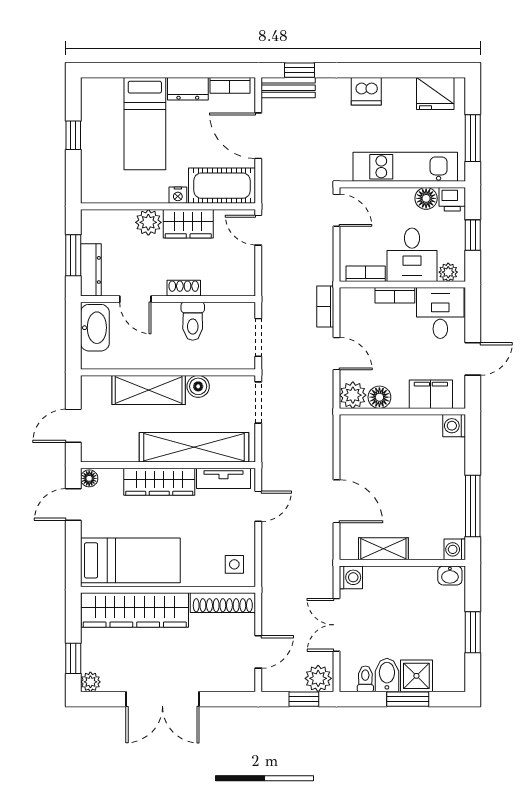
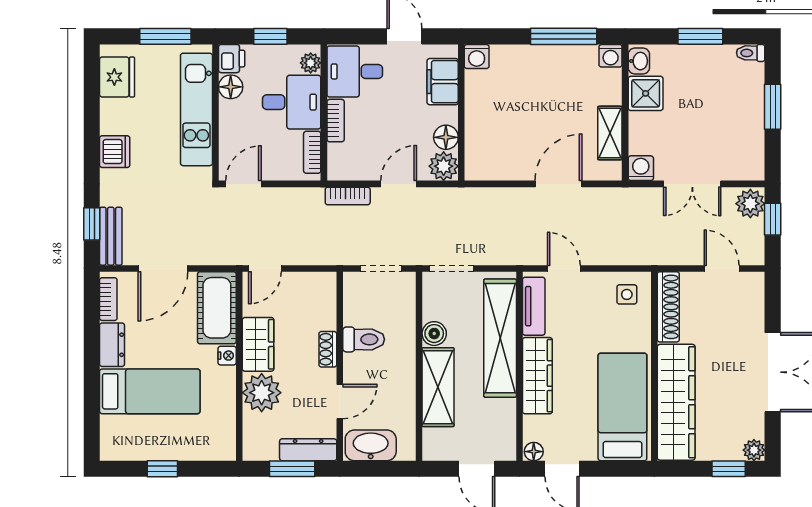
plant: (148, 222) -> (262, 393), width x1.36, depth x1.36
bidet: (387, 675) -> (746, 129), removed
shower: (416, 676) -> (646, 93), moved
toilet: (365, 679) -> (751, 53), moved

